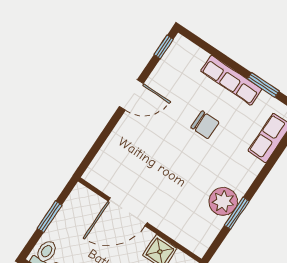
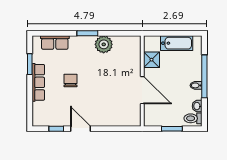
window: (164, 47) -> (56, 129), moved
window: (237, 213) -> (87, 33), moved

